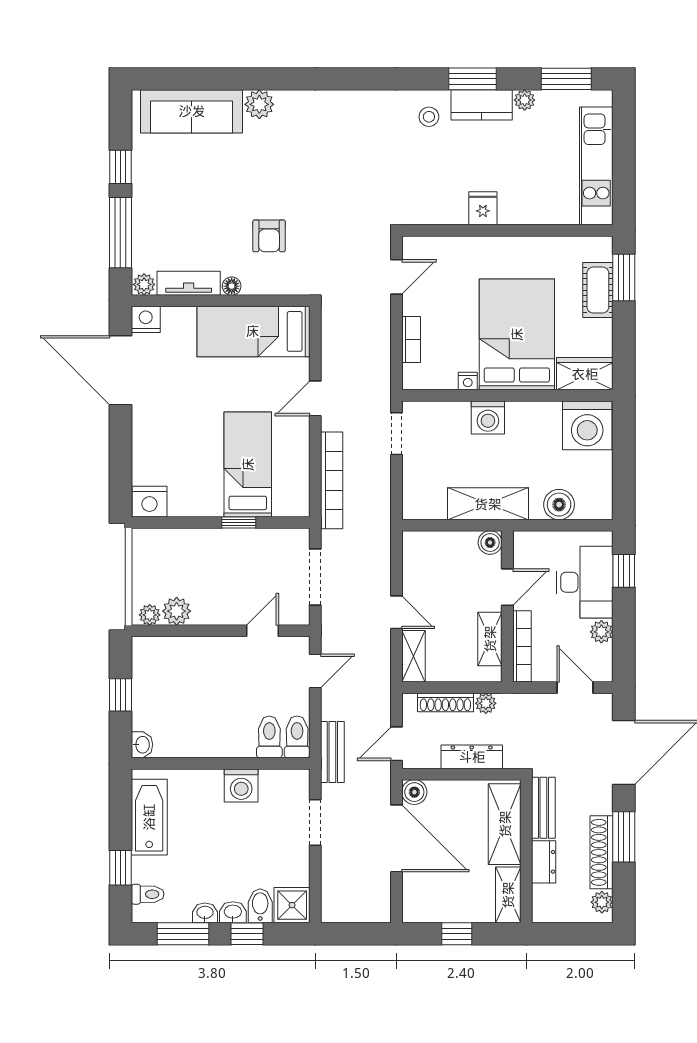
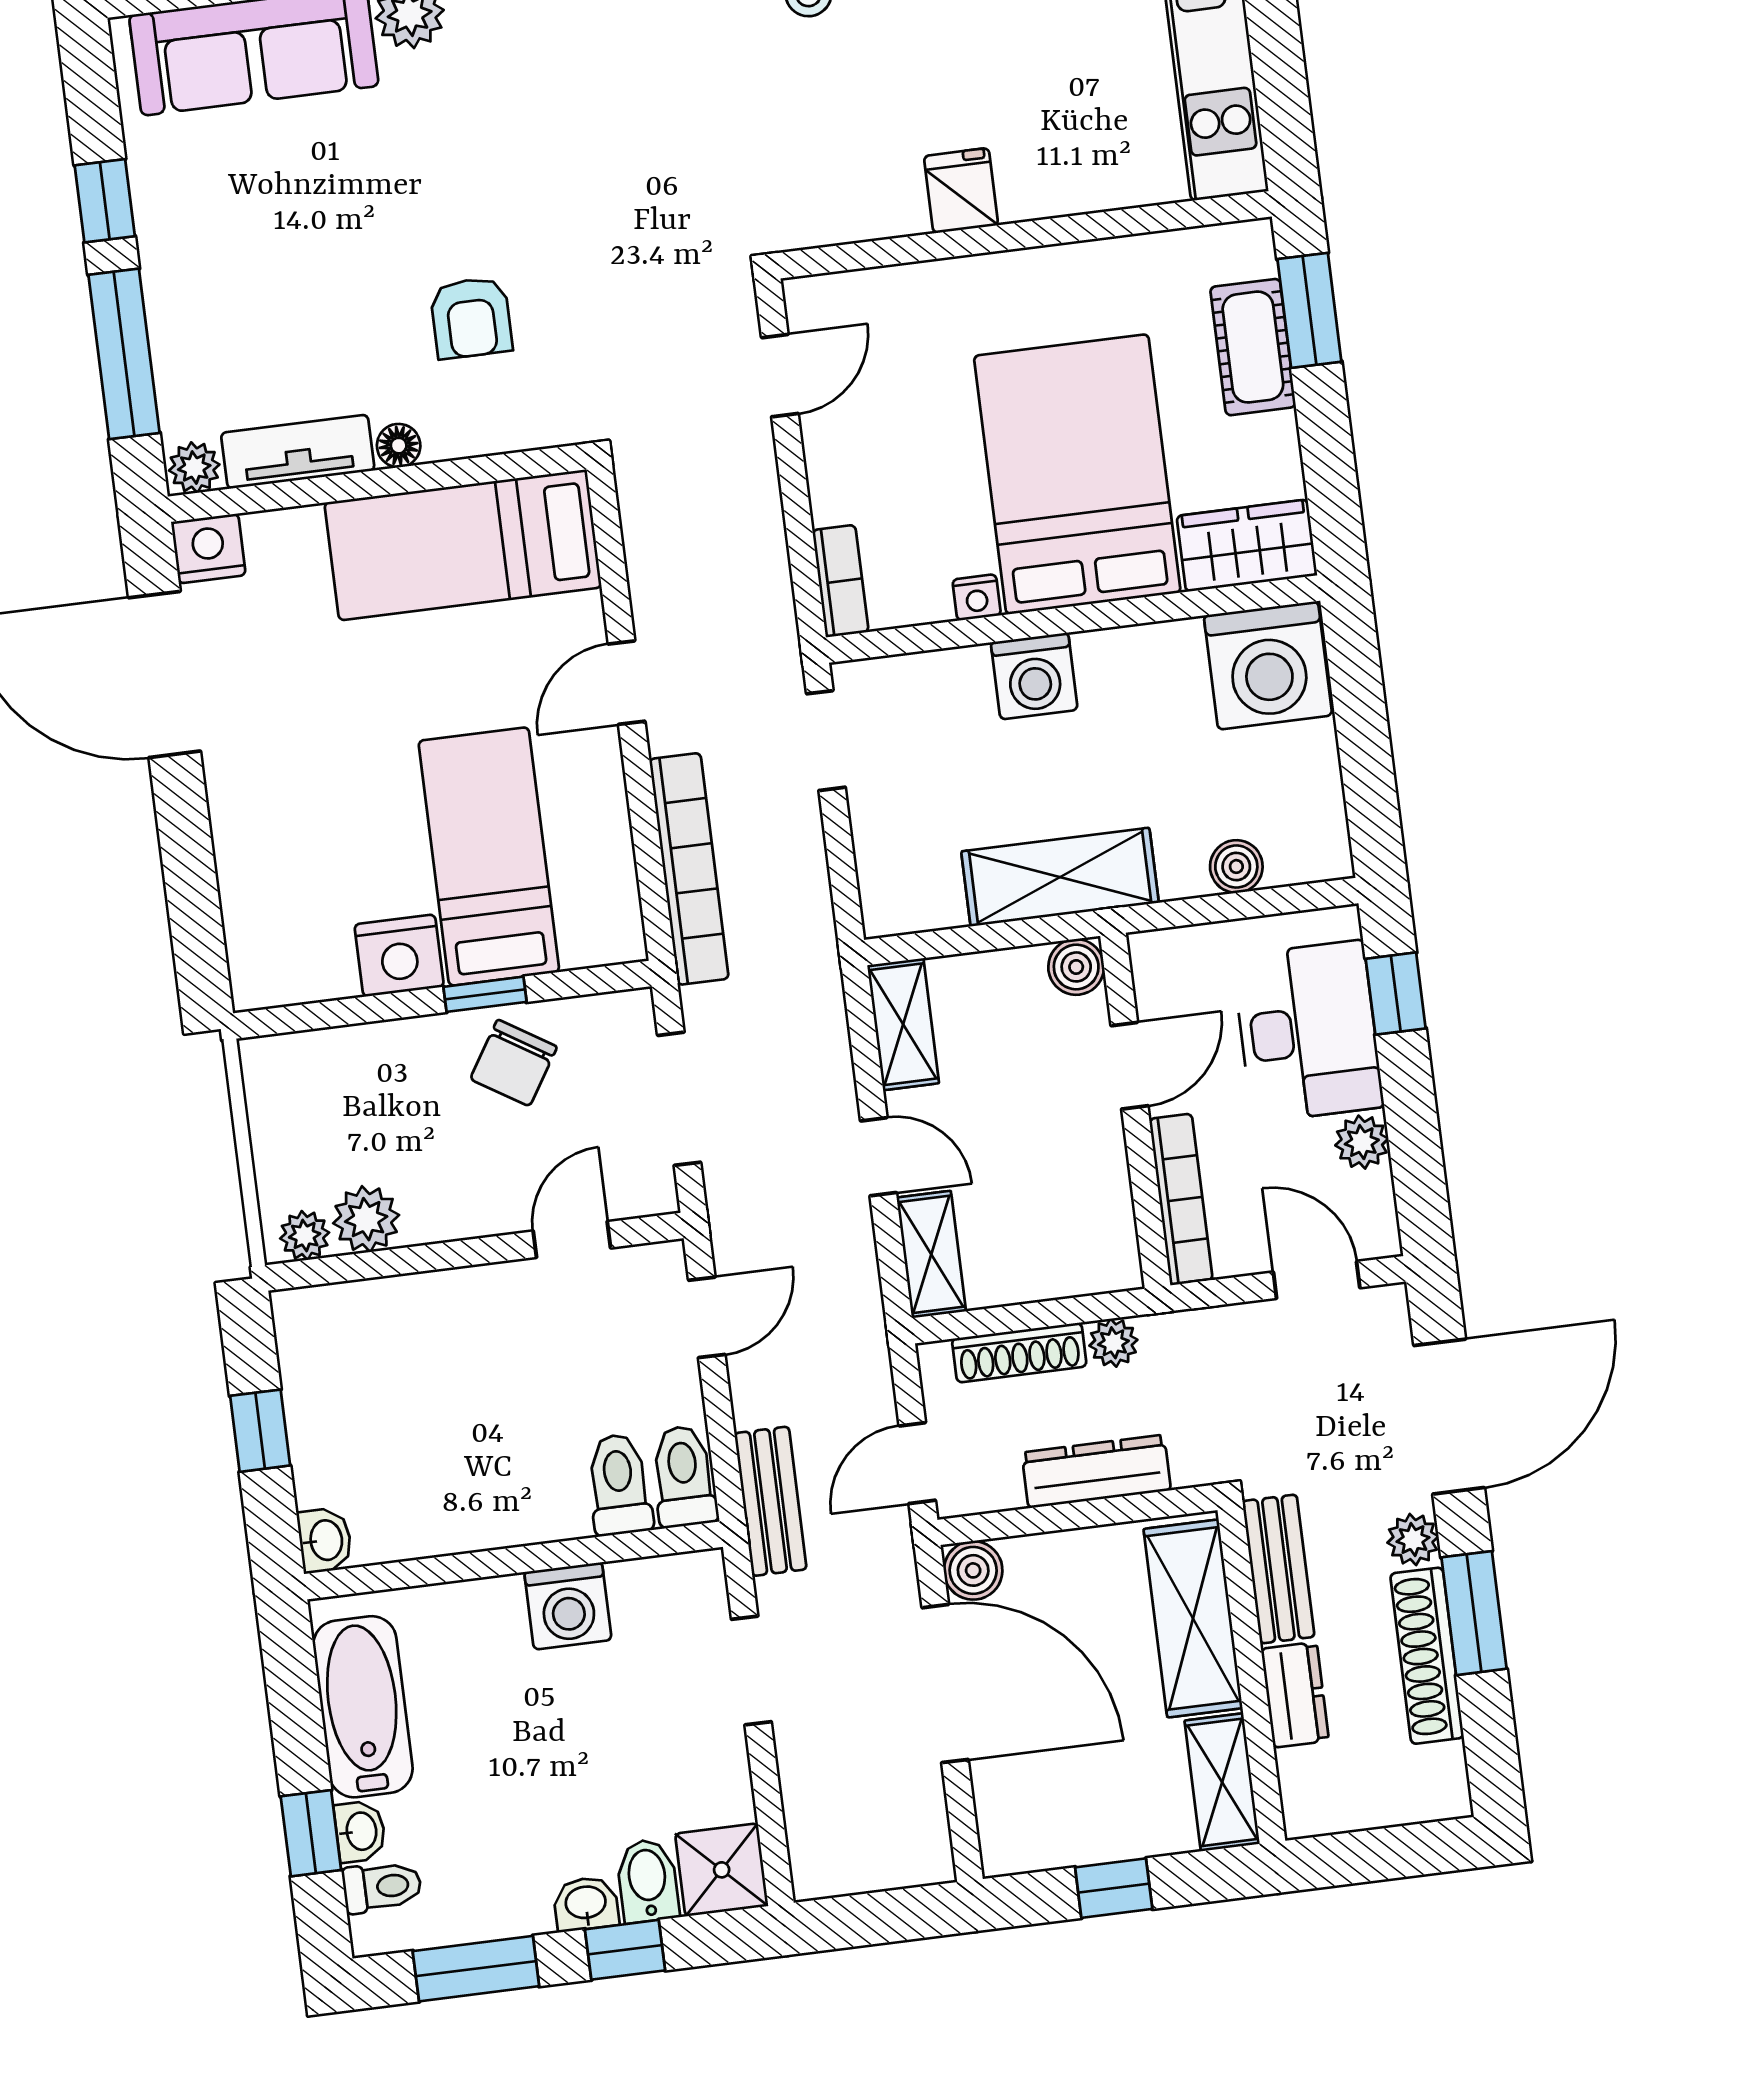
bookcase: (411, 339) -> (840, 581), moved
nightstand: (149, 502) -> (399, 956), moved
boiler: (559, 505) -> (1236, 866), width x0.73, depth x0.73
chair: (247, 553) -> (514, 1063), added
shelving: (490, 639) -> (903, 1024), moved
plant: (602, 902) -> (1413, 1540), moved
washbasin: (205, 913) -> (360, 1831), moved, turned 90

